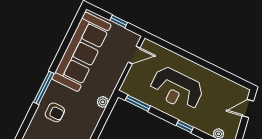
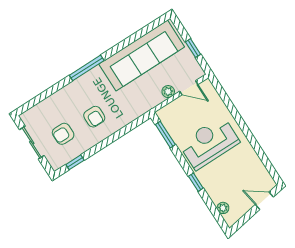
reception desk: (177, 89) -> (209, 143), turned 90
plant: (103, 102) -> (168, 92), moved
armchair: (55, 112) -> (94, 117), moved

